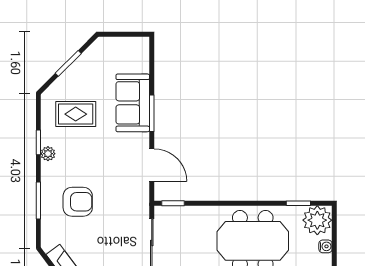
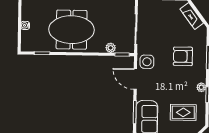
side table: (134, 192) -> (147, 62), added
plant: (317, 220) -> (111, 48), moved, width x0.53, depth x0.53

